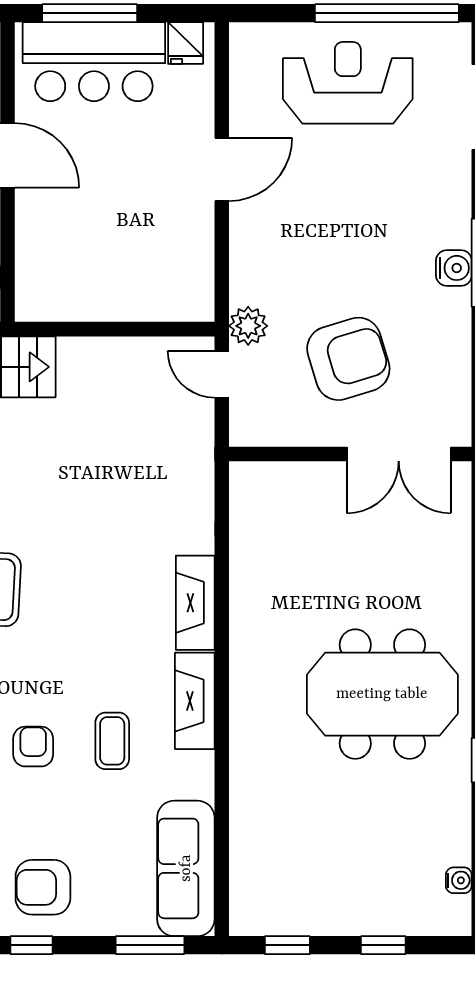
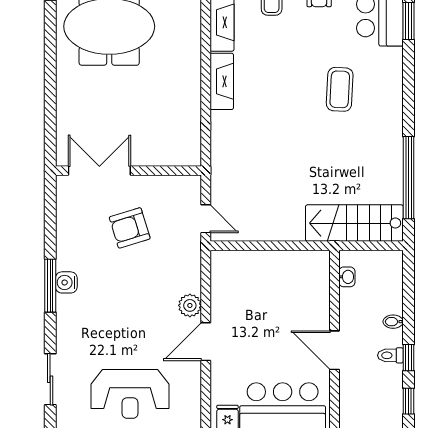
plant: (248, 326) -> (190, 305), moved
armchair: (348, 359) -> (130, 228), width x0.73, depth x0.73

